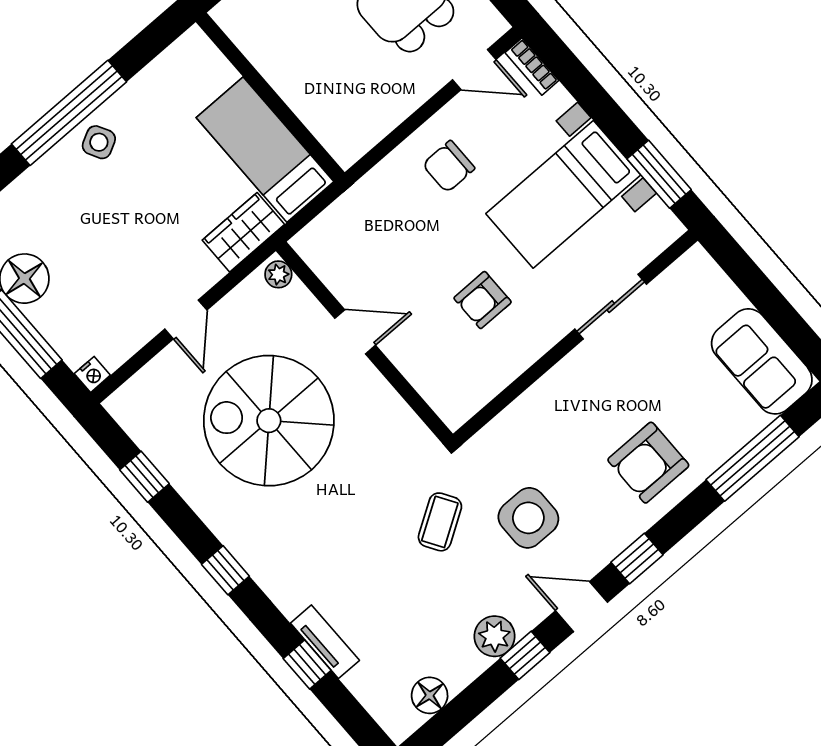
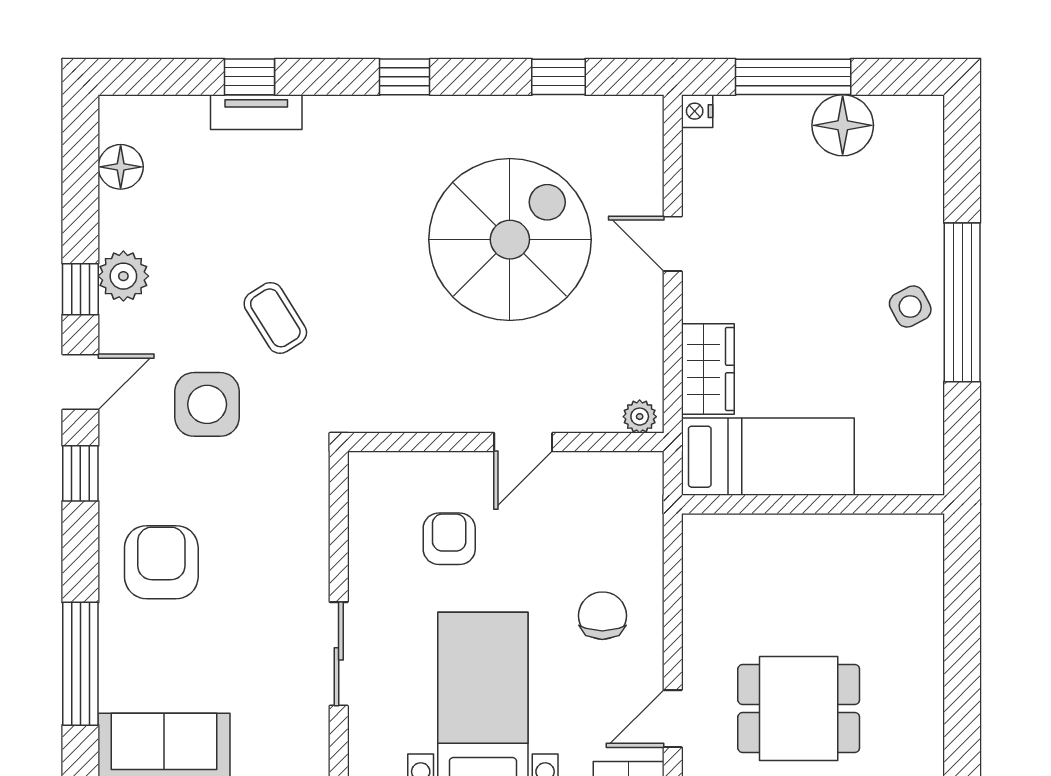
plant: (278, 274) -> (640, 417), moved
door: (355, 332) -> (523, 442), moved
wall: (364, 342) -> (506, 442), moved

